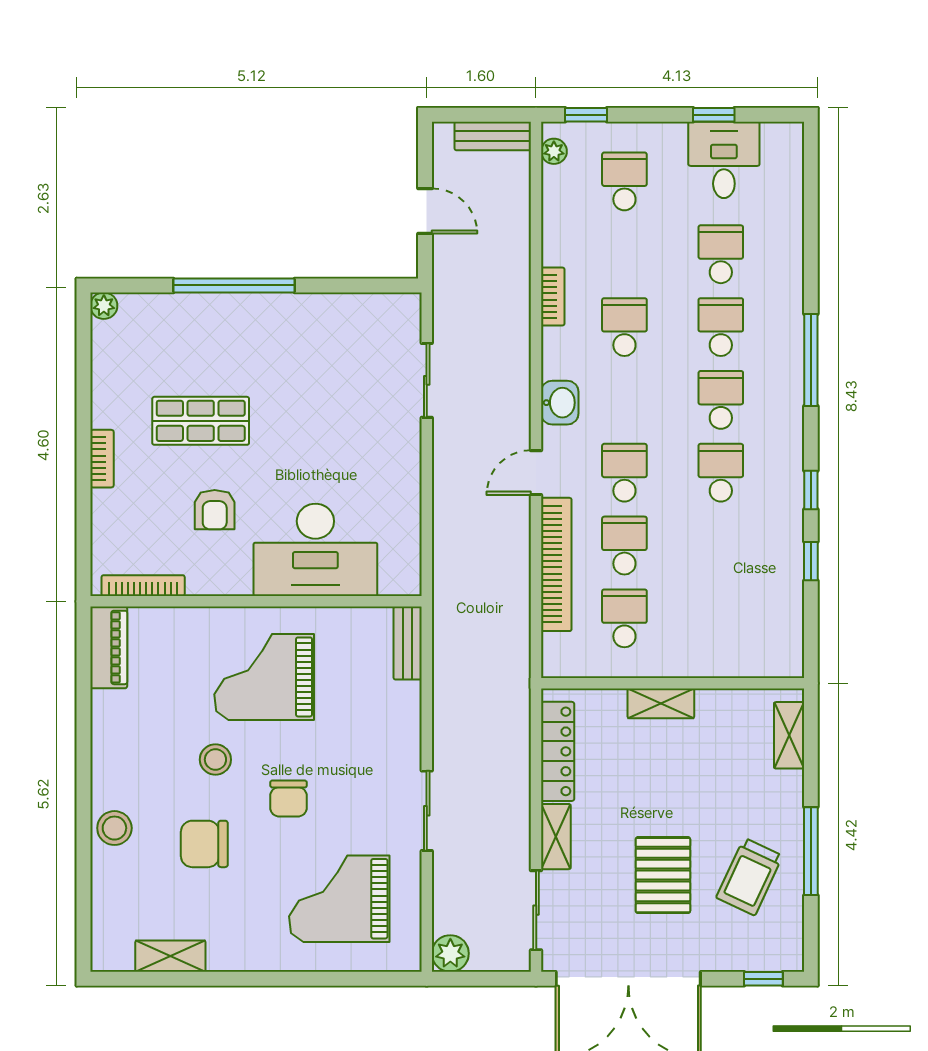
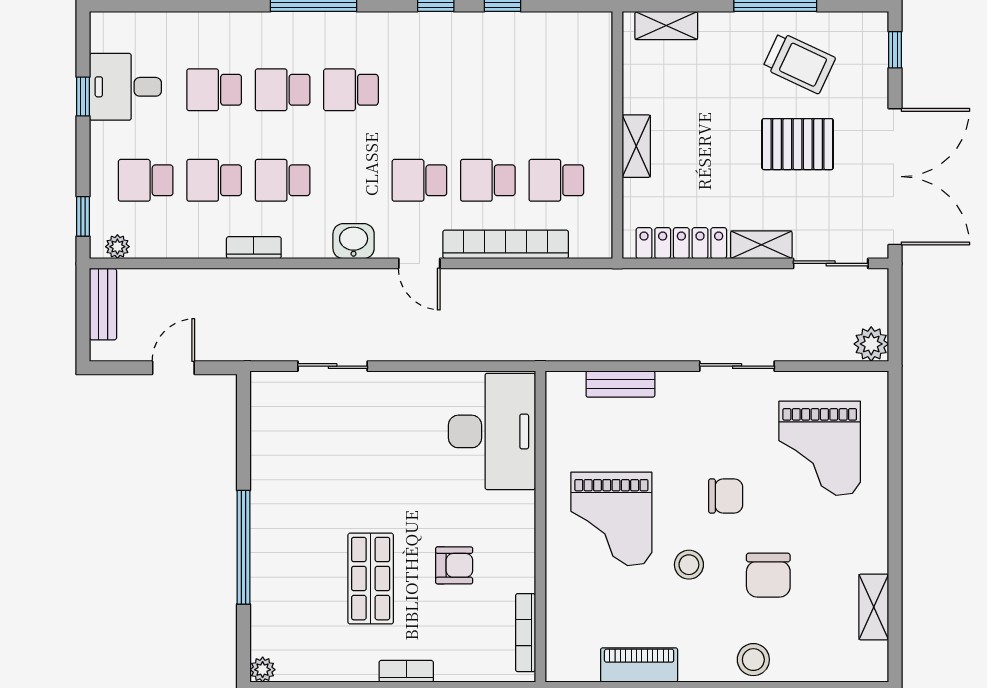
school desk: (721, 473) -> (214, 180), moved
desk: (315, 550) -> (492, 431), moved
bench: (408, 643) -> (620, 384), moved
piano: (109, 647) -> (639, 665), moved

